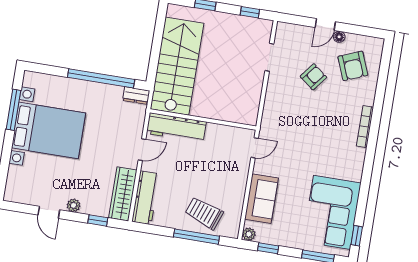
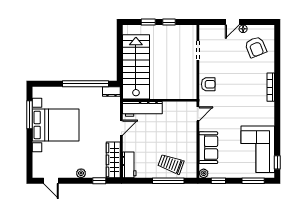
window: (250, 12) -> (169, 22), moved
armchair: (313, 77) -> (208, 84), moved, turned 52
workbench: (146, 198) -> (129, 165), width x0.73
door: (49, 212) -> (51, 181), moved

